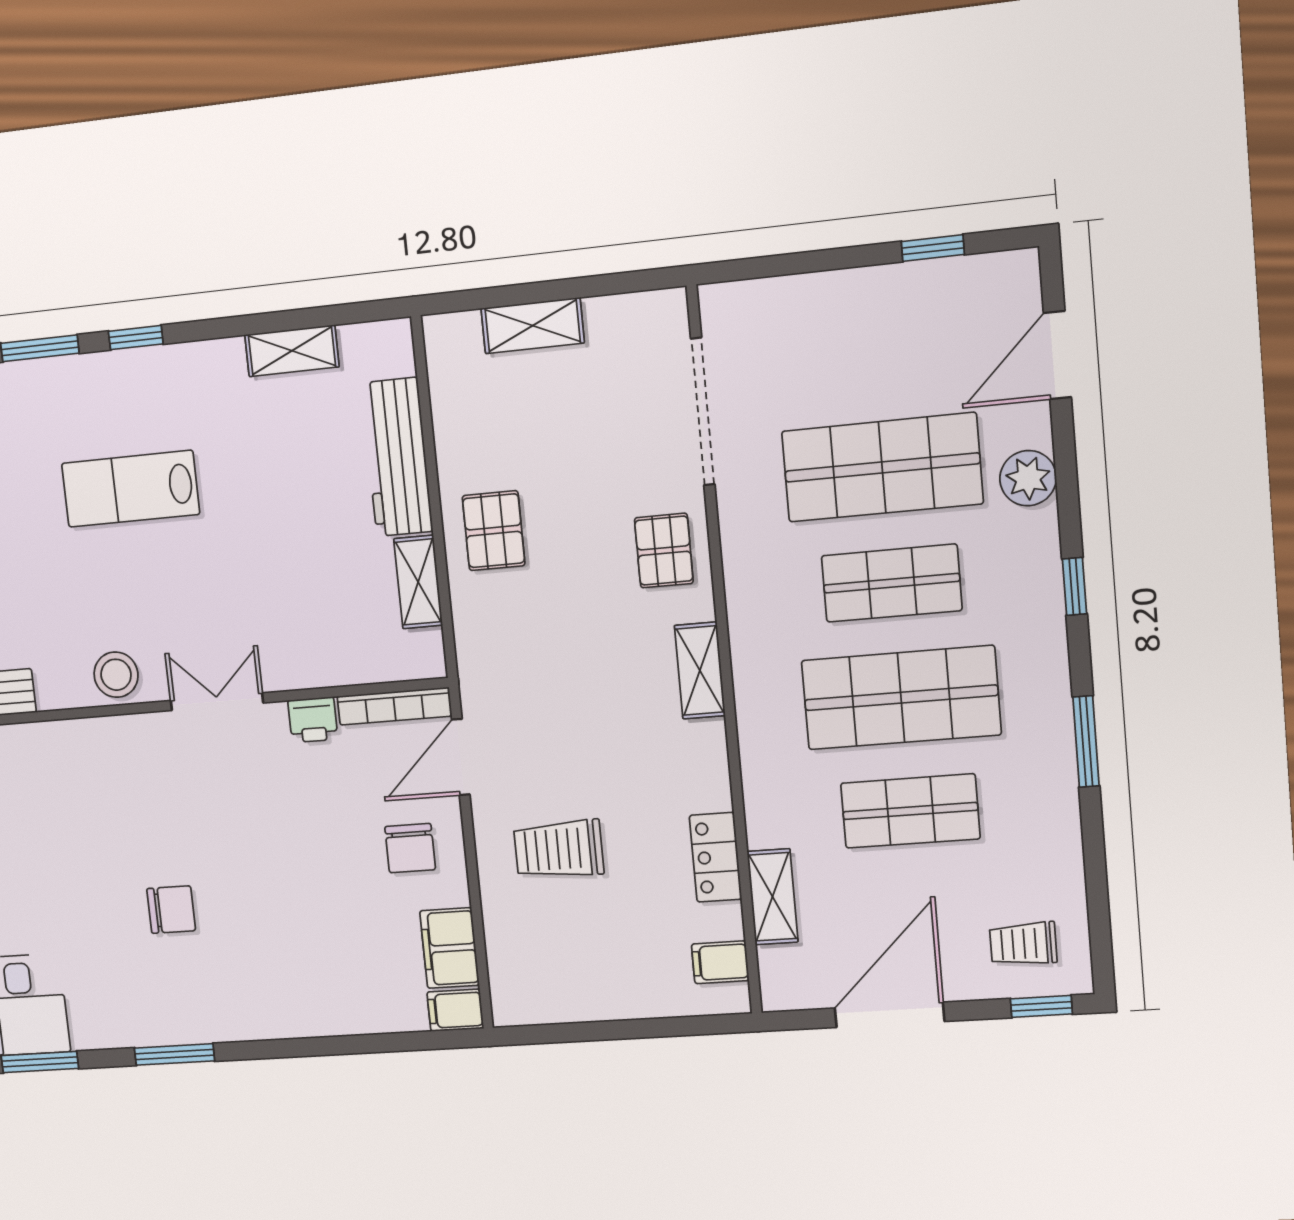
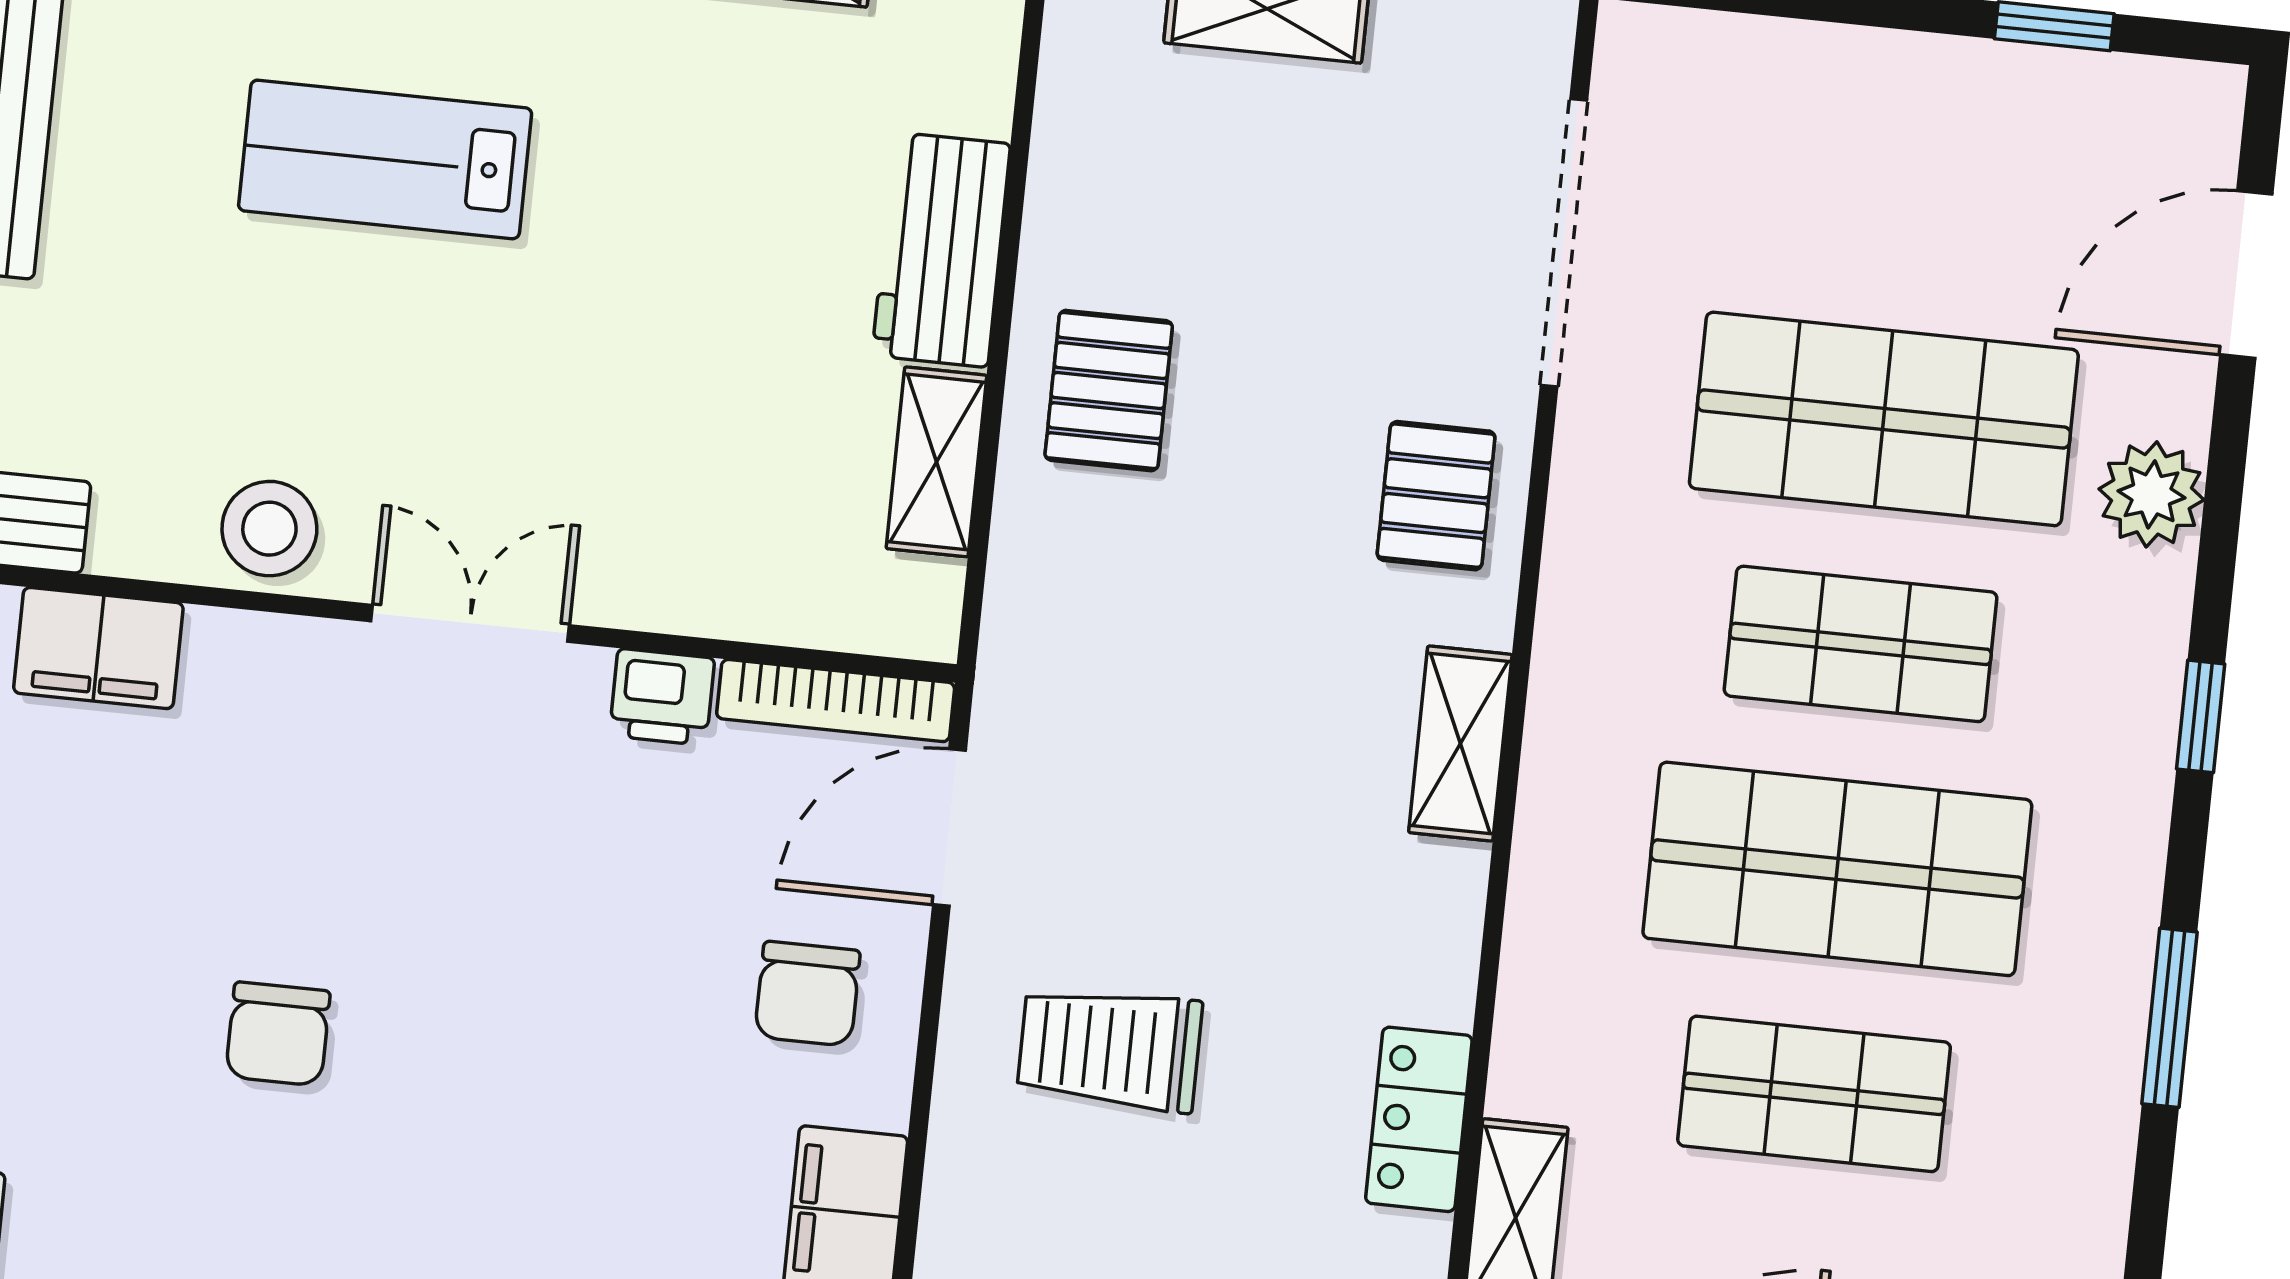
workbench: (397, 457) -> (941, 250), width x0.73
filing cabinet: (52, 745) -> (98, 648), added
chair: (171, 910) -> (278, 1034), turned 90

